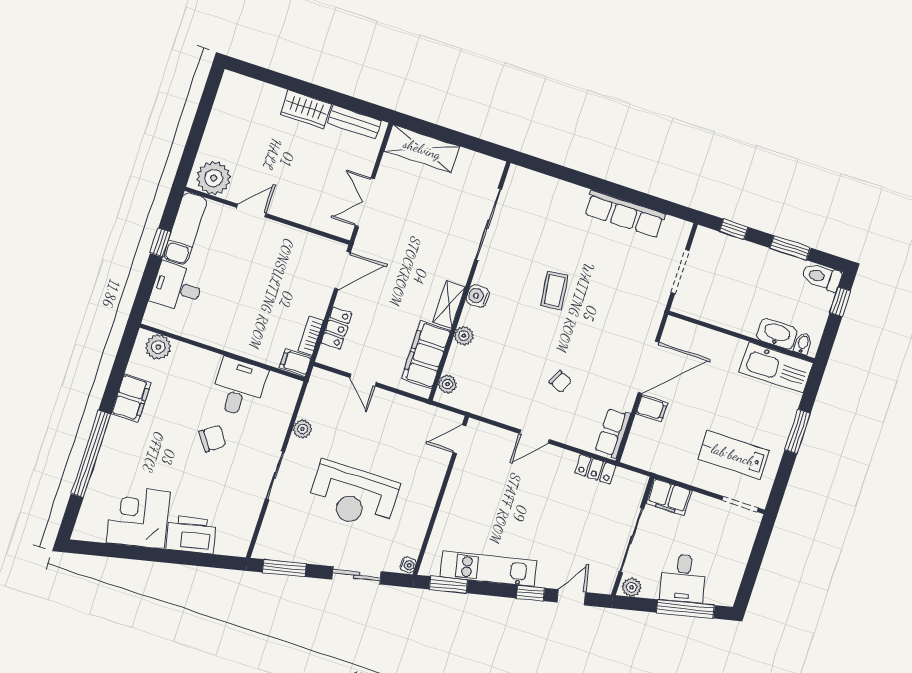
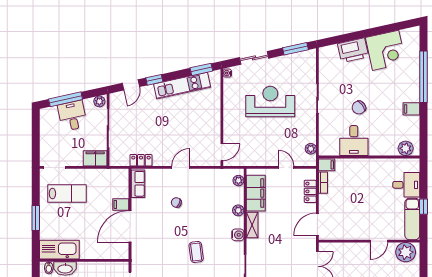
filing cabinet: (131, 398) -> (411, 109), width x0.50
plant: (302, 429) -> (311, 149), moved

